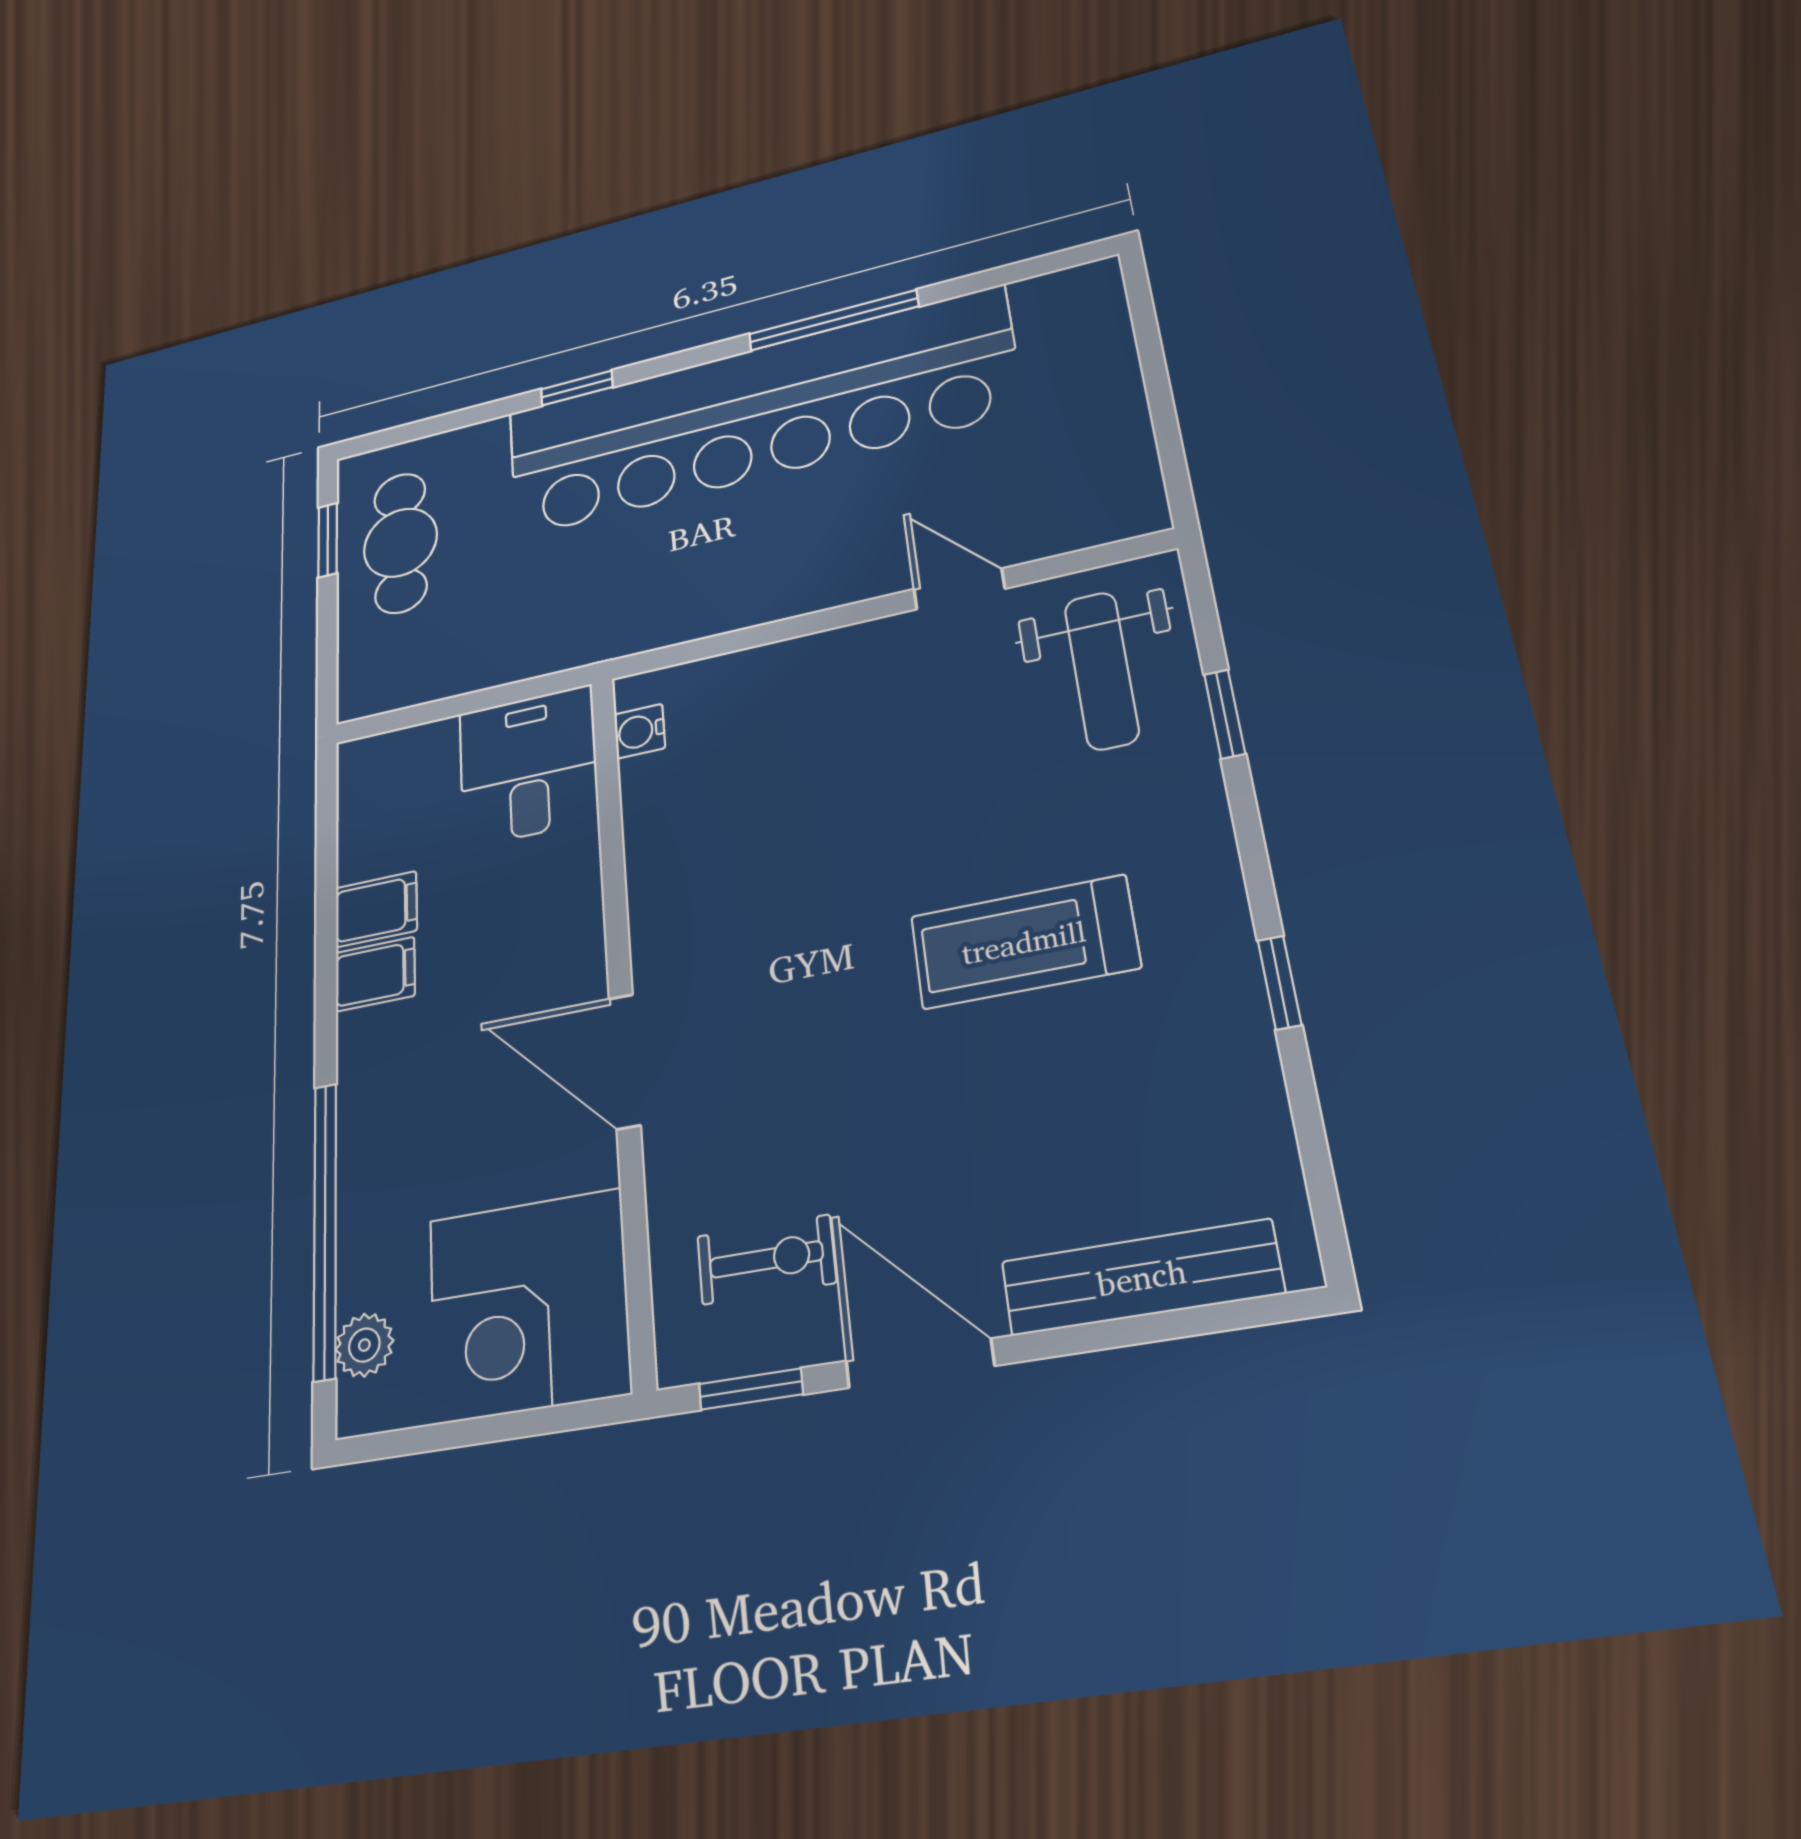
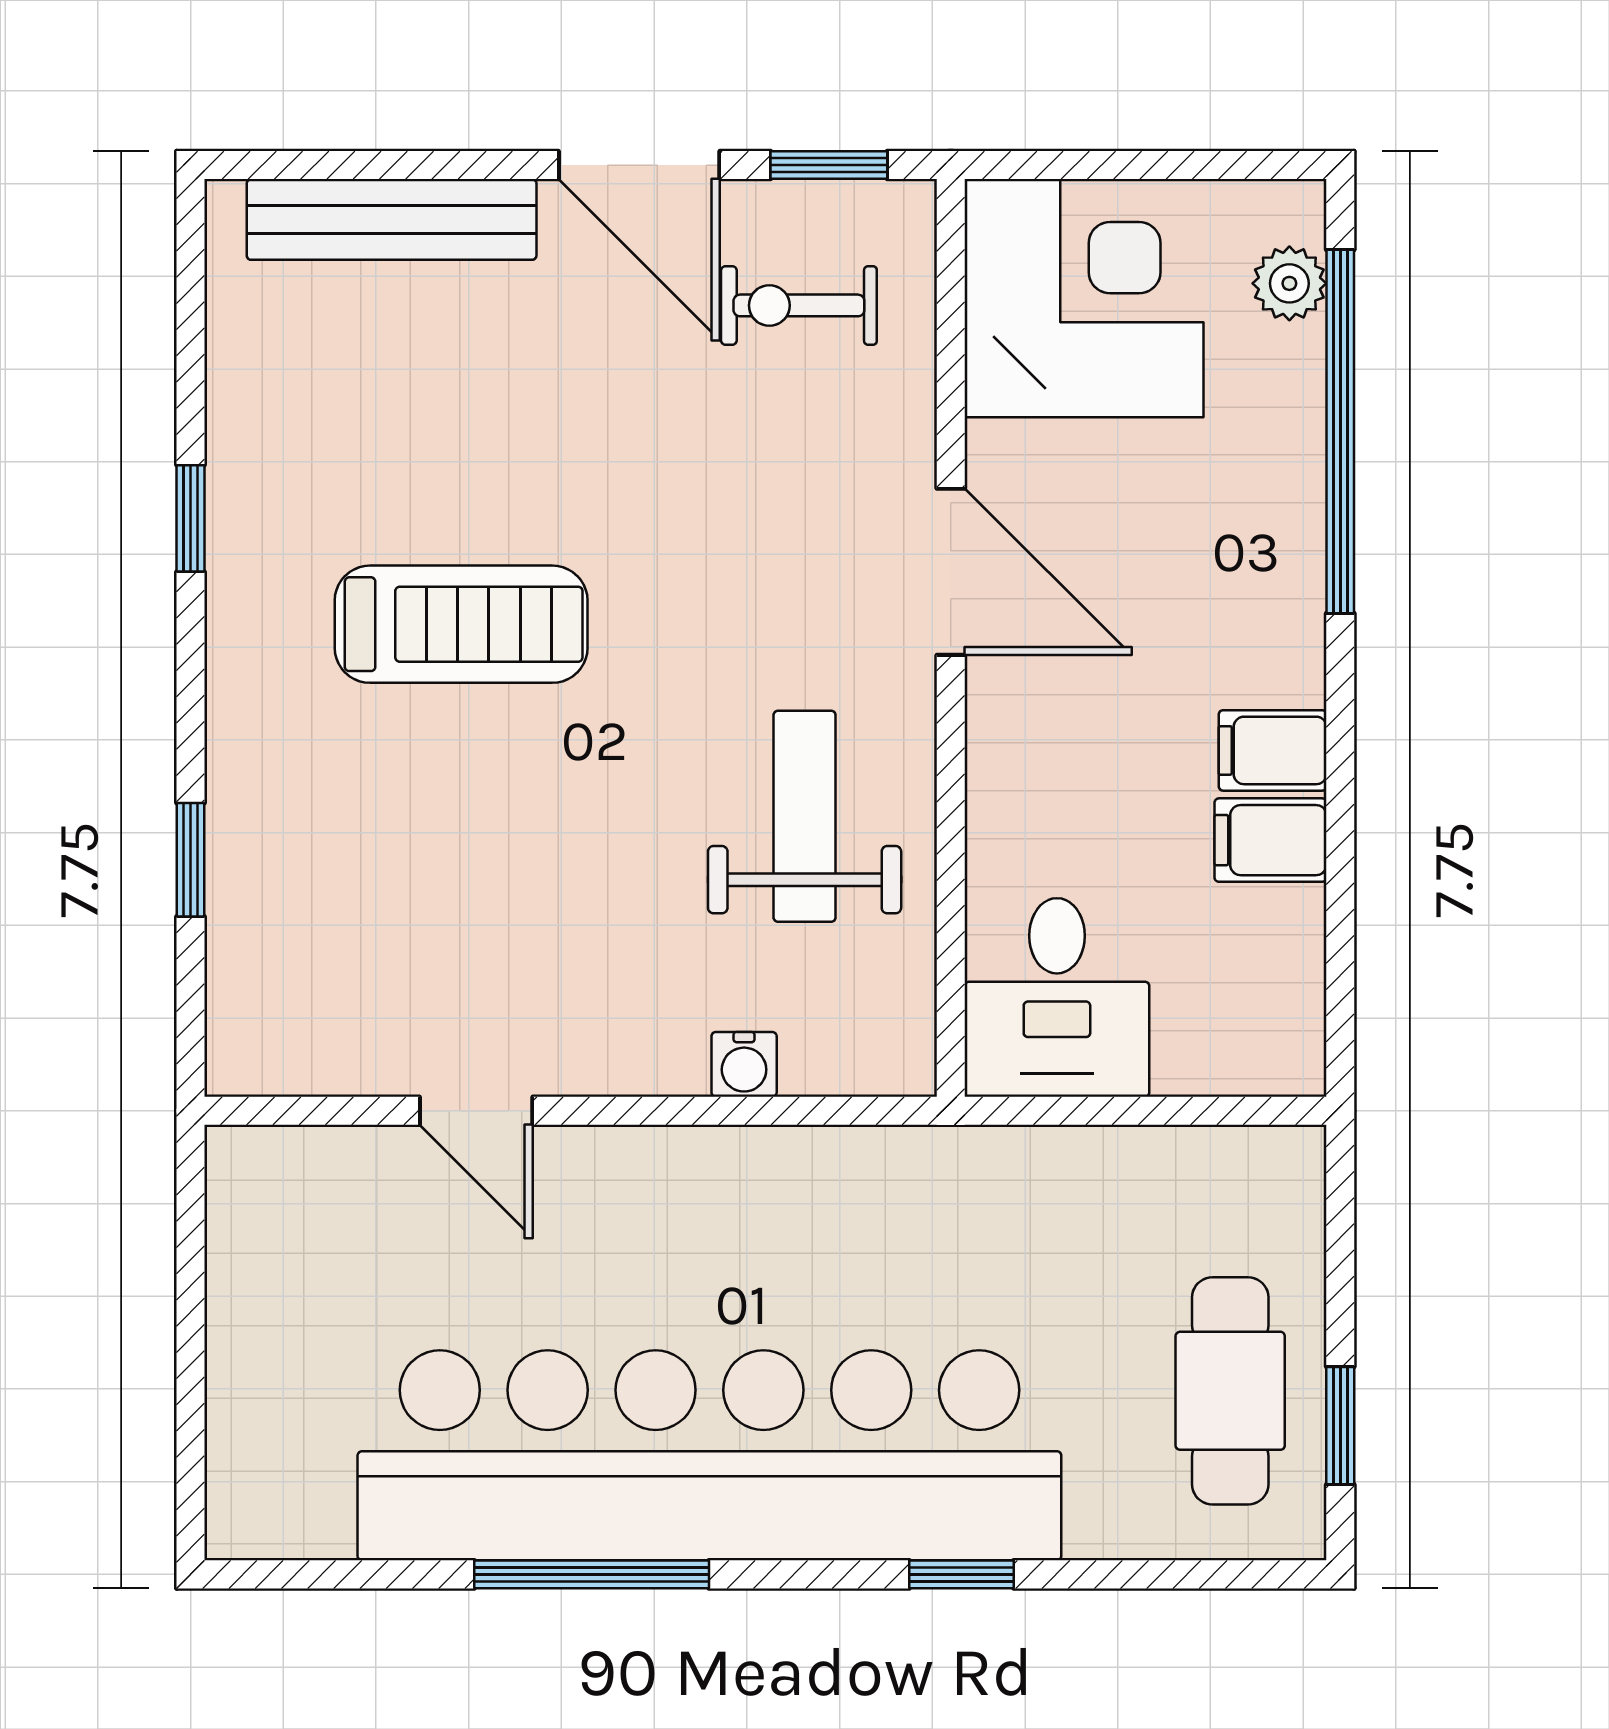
weight bench: (1102, 670) -> (805, 816), moved
water cooler: (640, 731) -> (744, 1064), moved, turned 90

